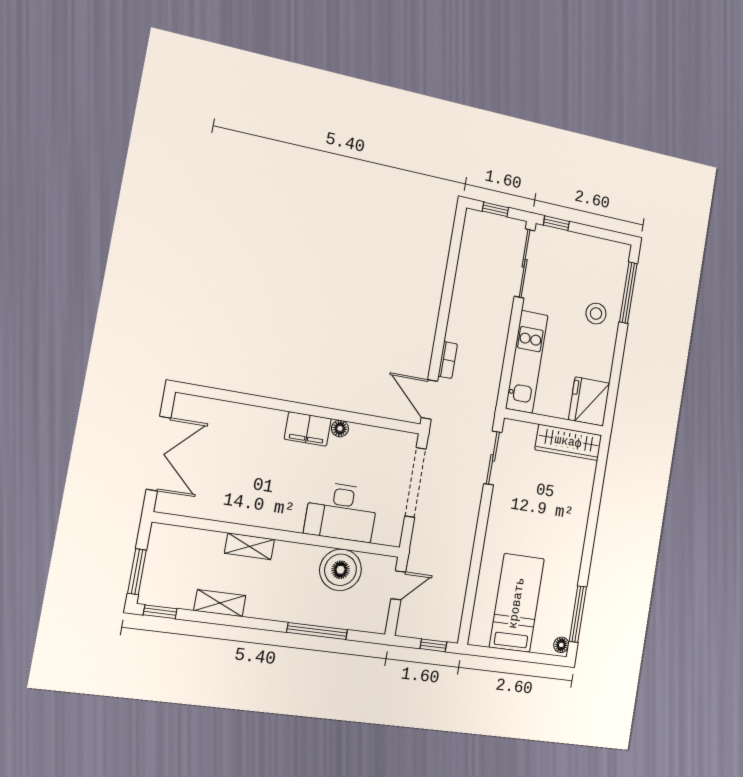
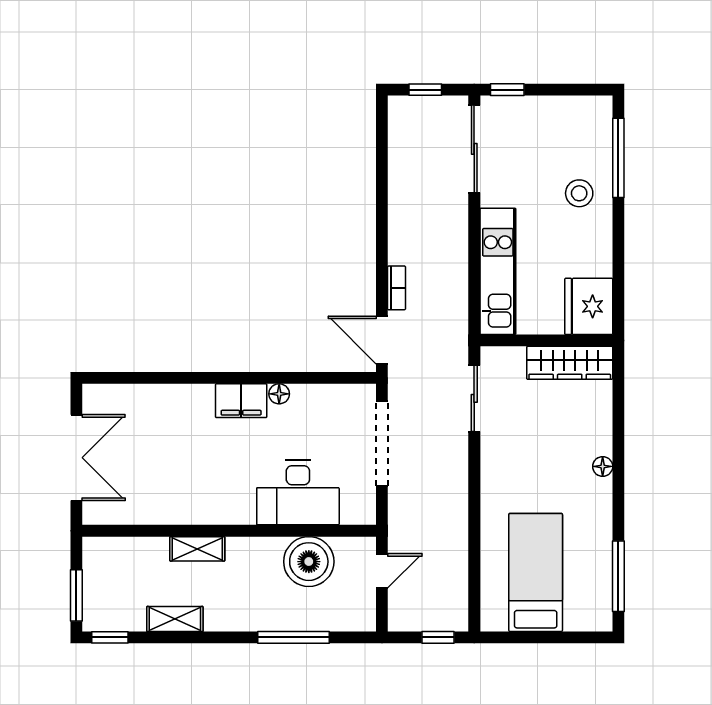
floor lamp: (561, 645) -> (603, 466), moved

